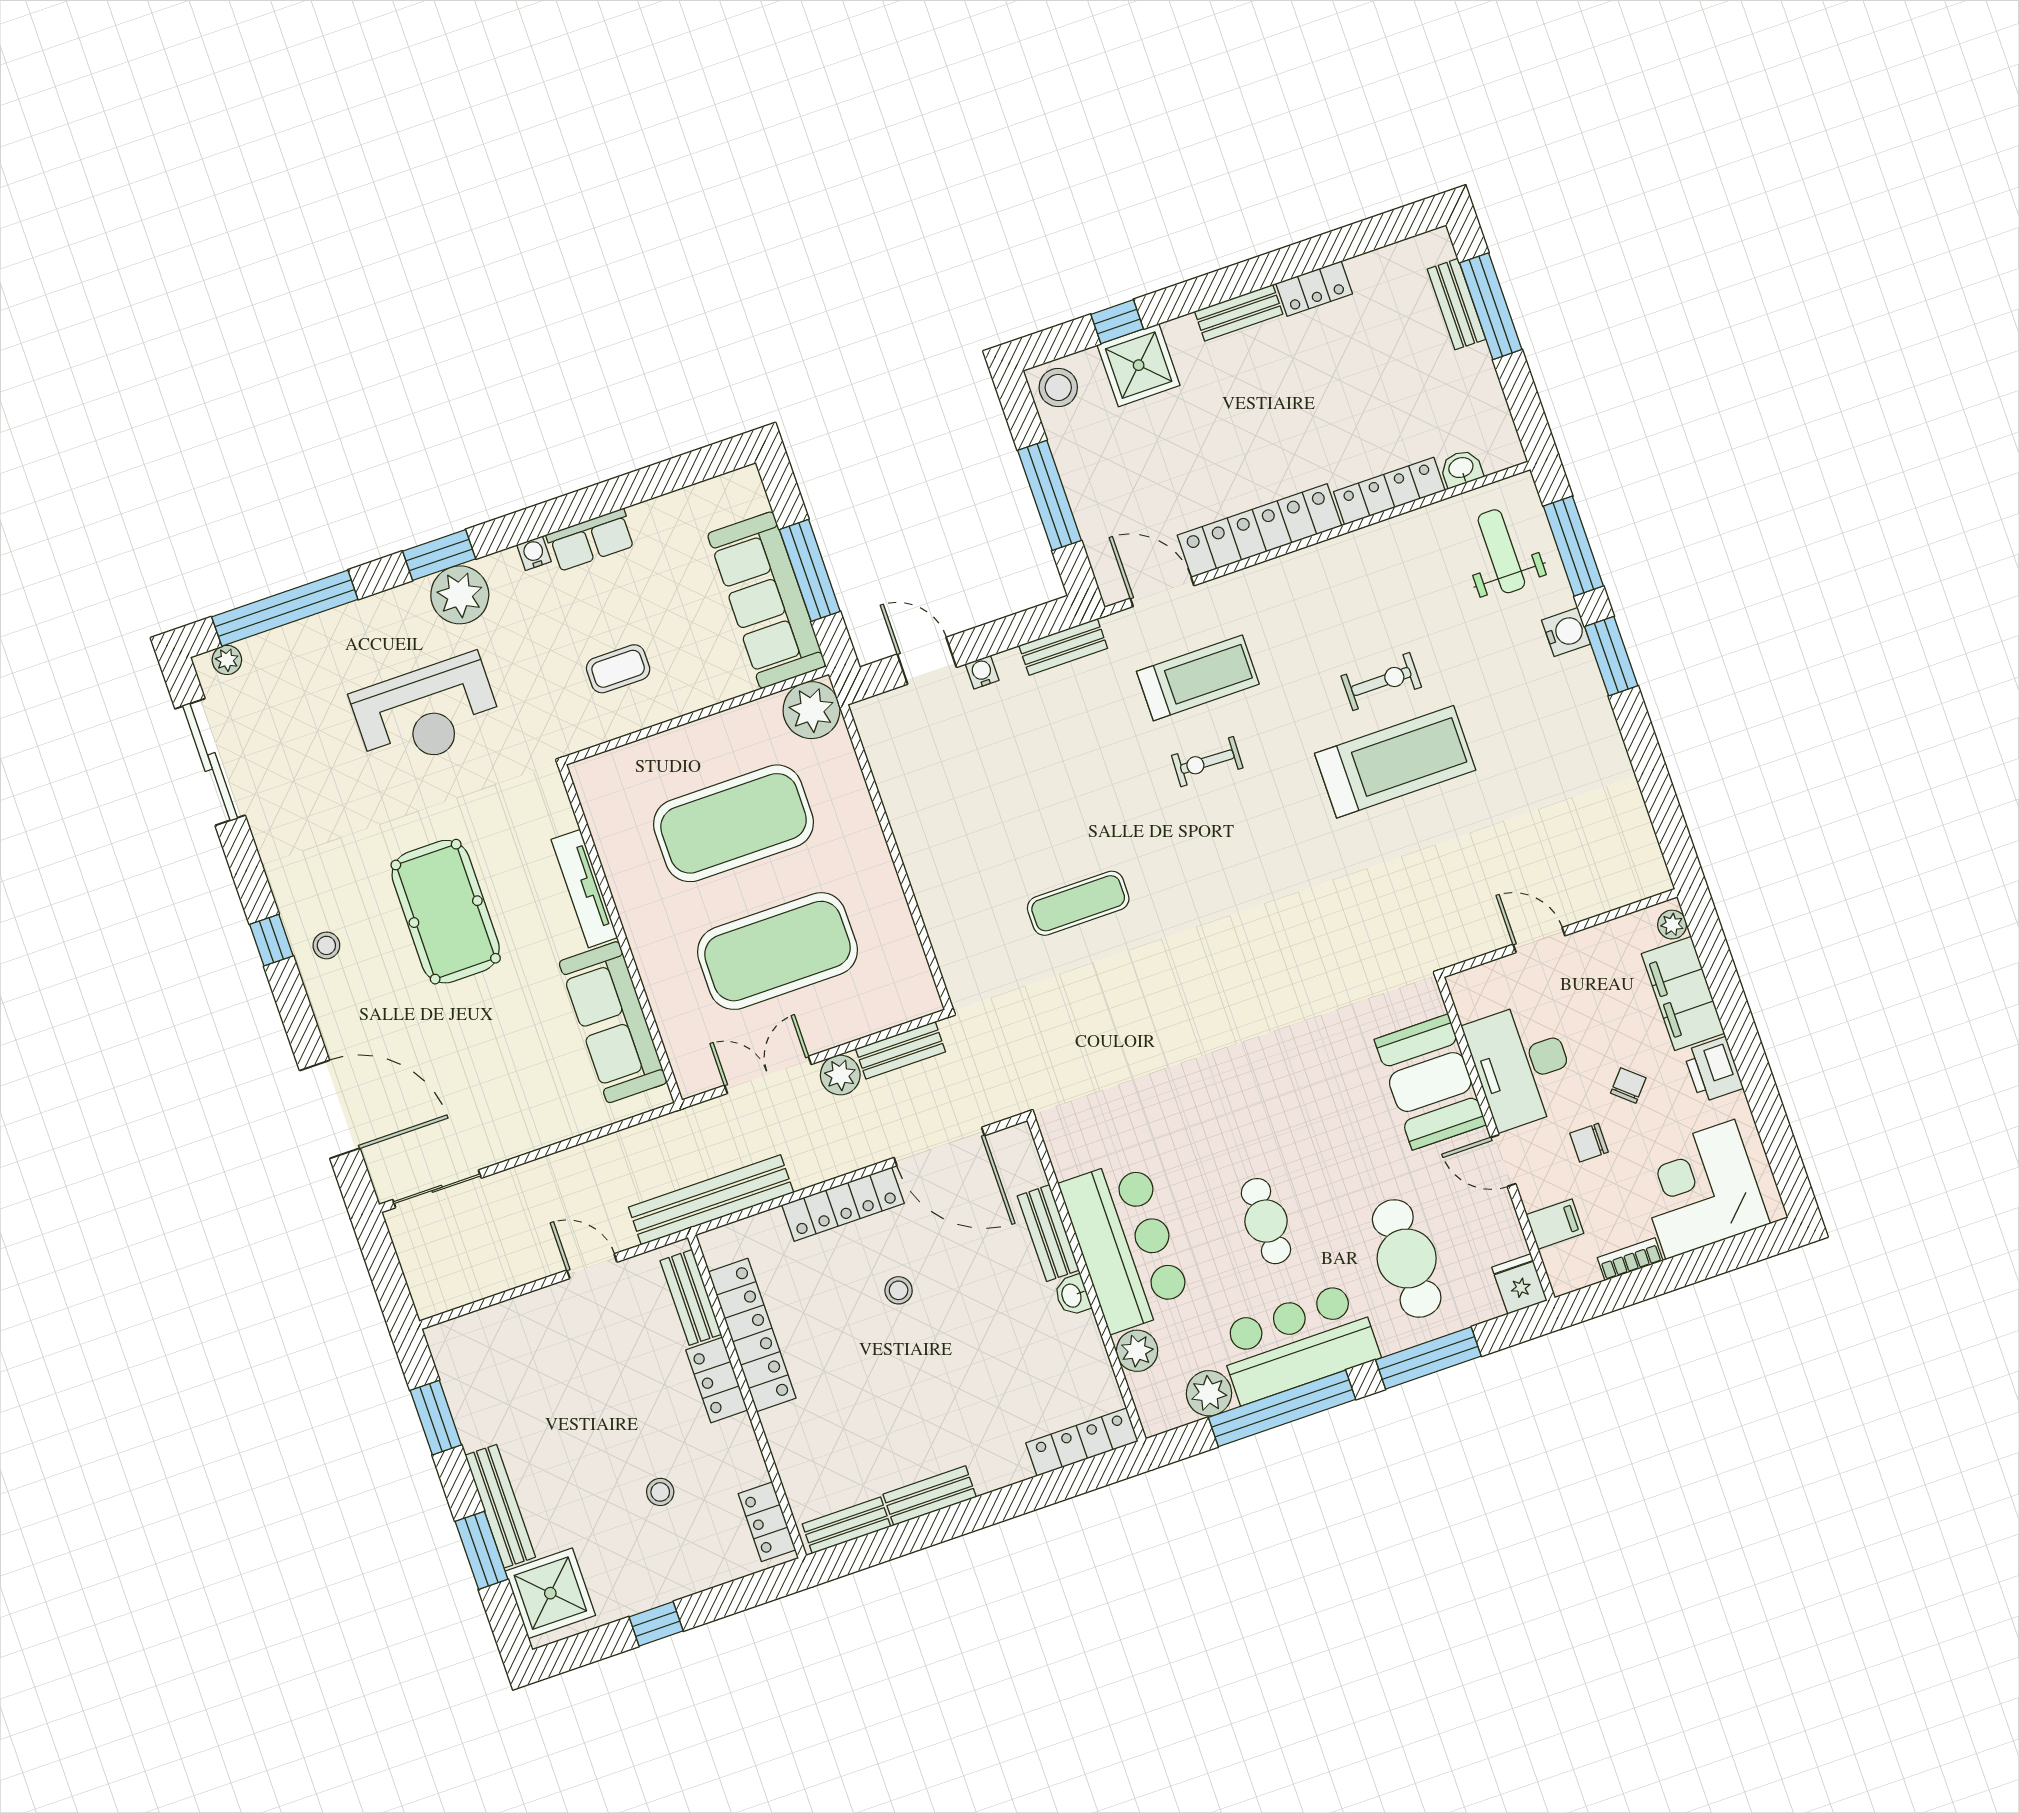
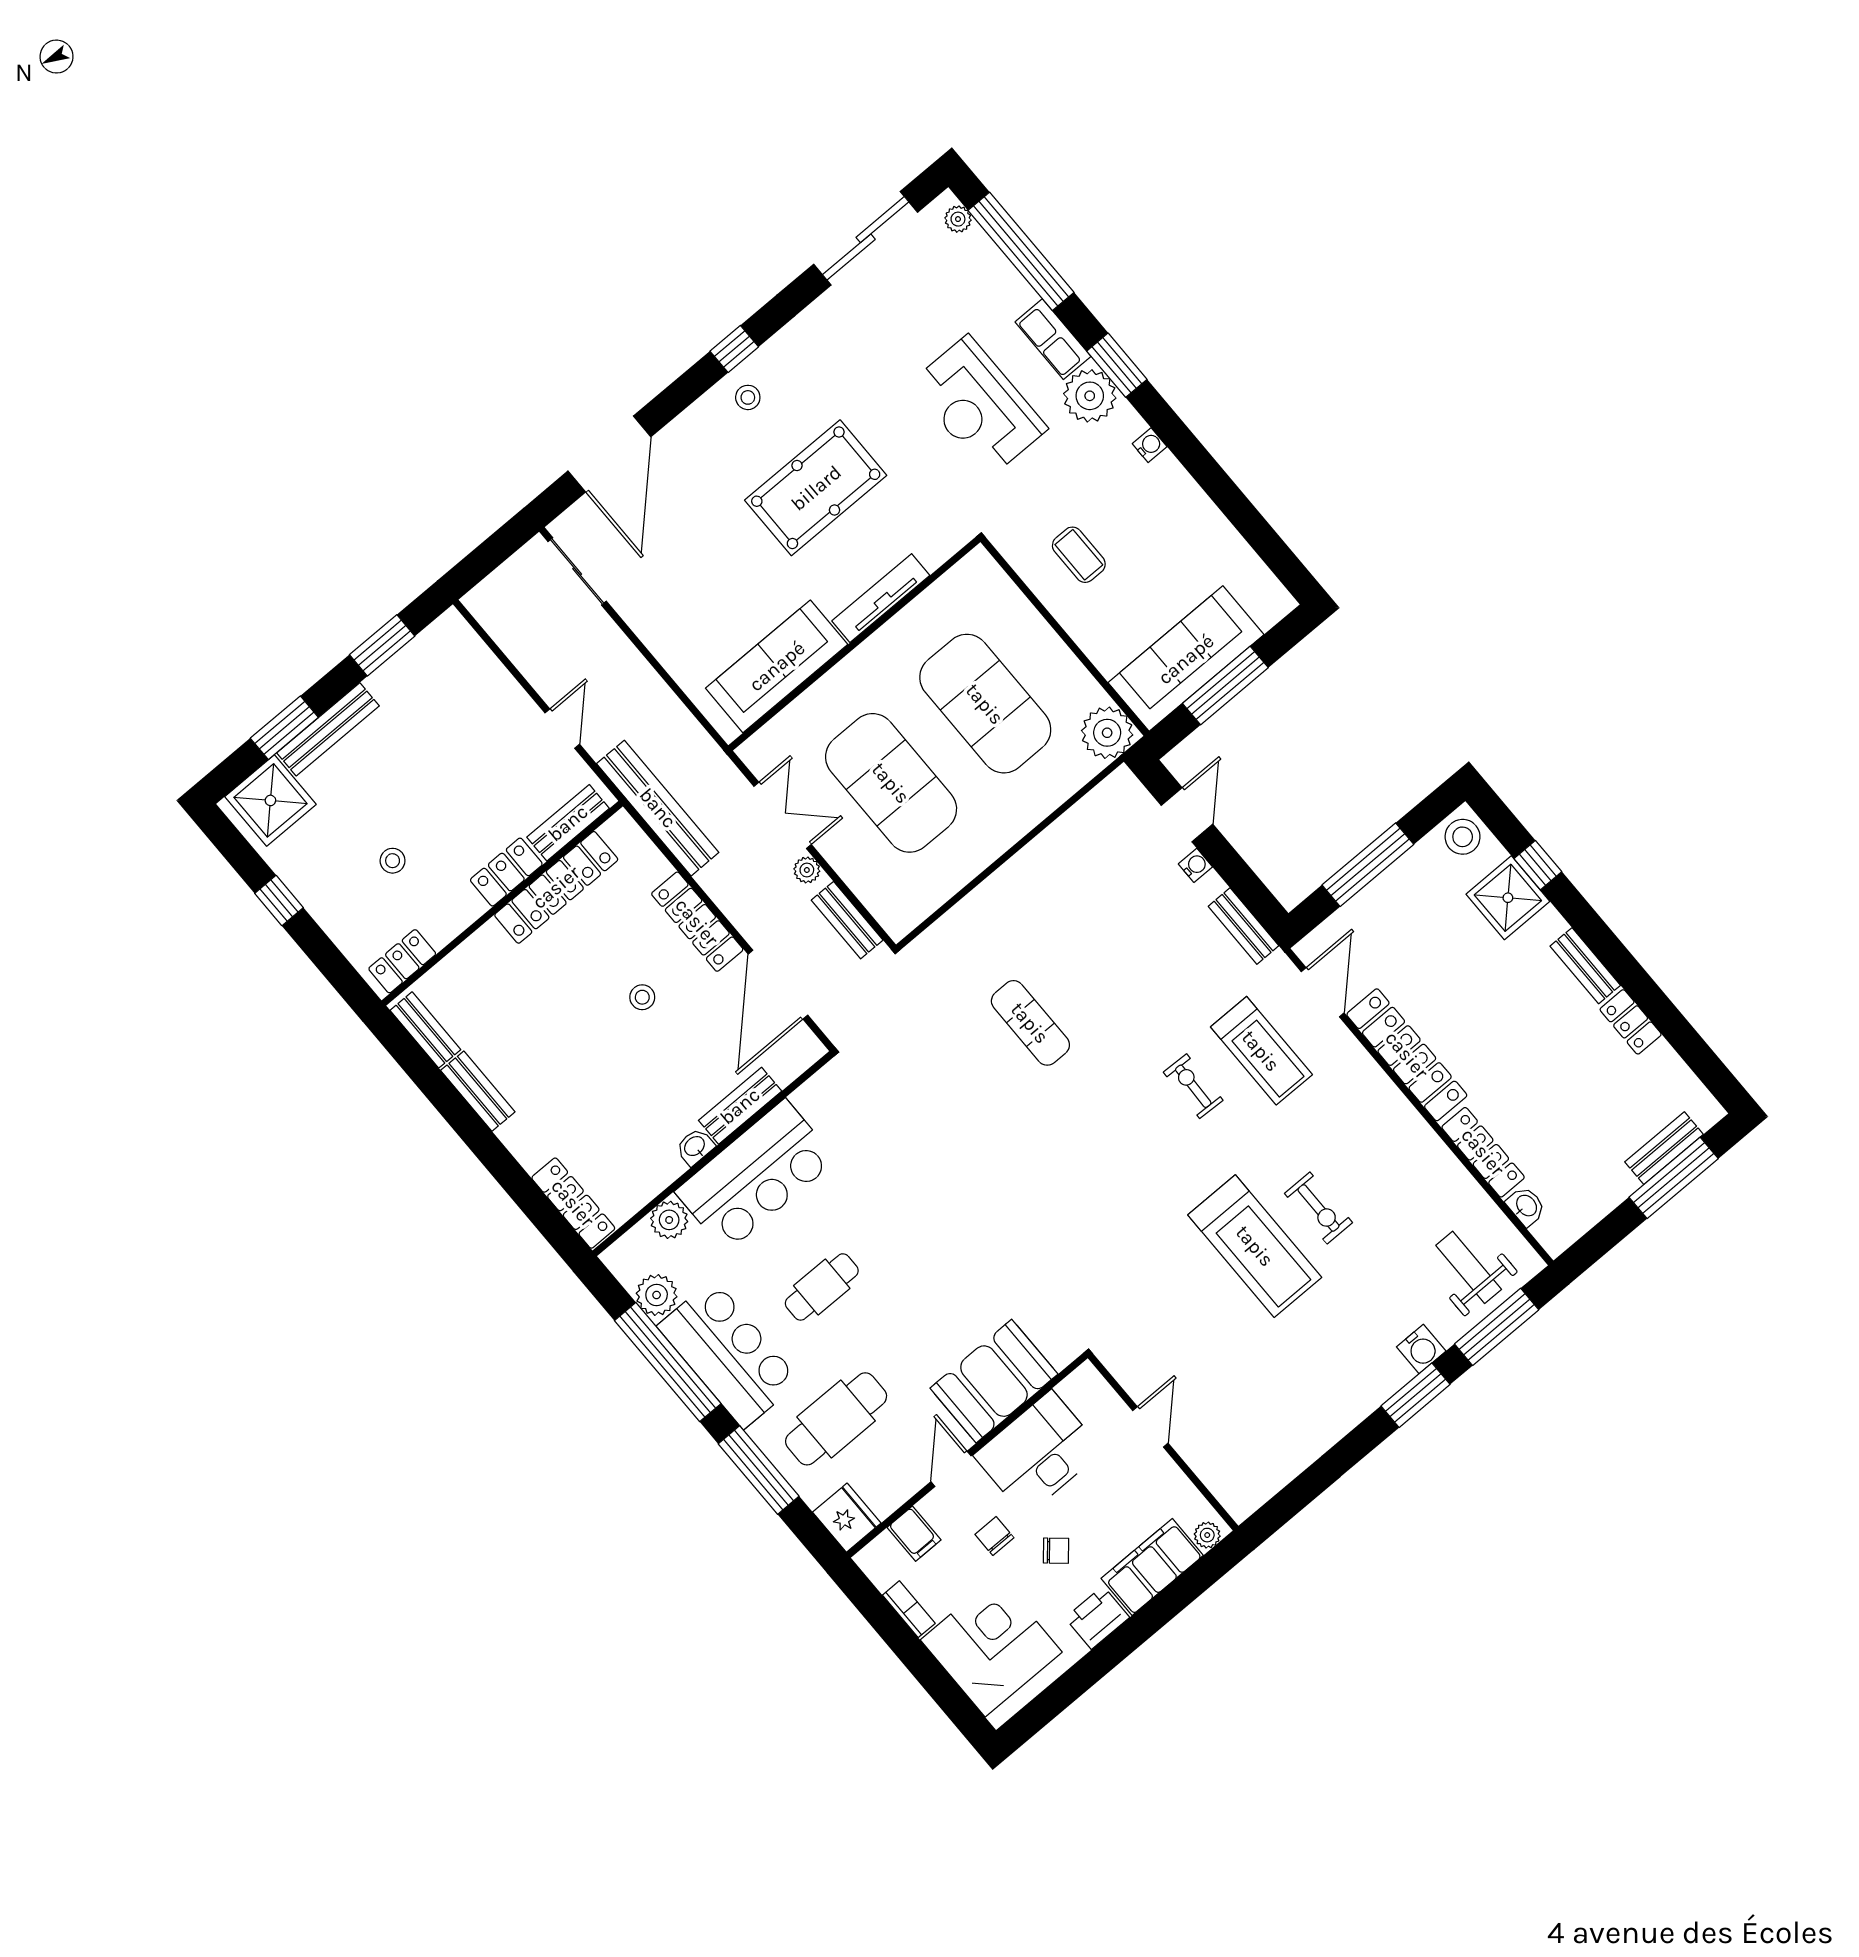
row of seats: (591, 540) -> (1053, 339), moved
weight bench: (1501, 551) -> (1469, 1267), turned -90
plant: (840, 1075) -> (807, 870), width x0.73, depth x0.73
fridge: (1519, 1284) -> (847, 1518), width x1.38

